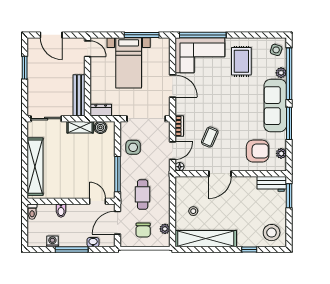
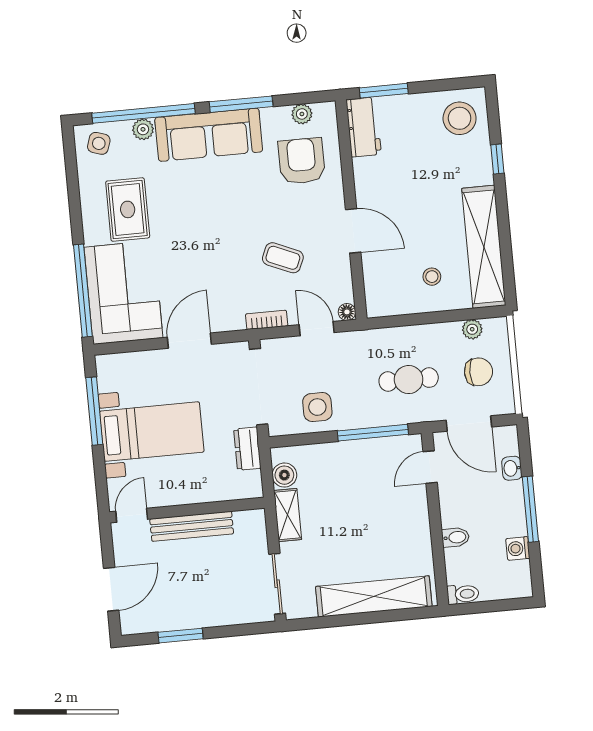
rug: (241, 61) -> (128, 209), turned 90
bench: (79, 95) -> (192, 526), moved
dresser: (101, 110) -> (247, 449), moved

